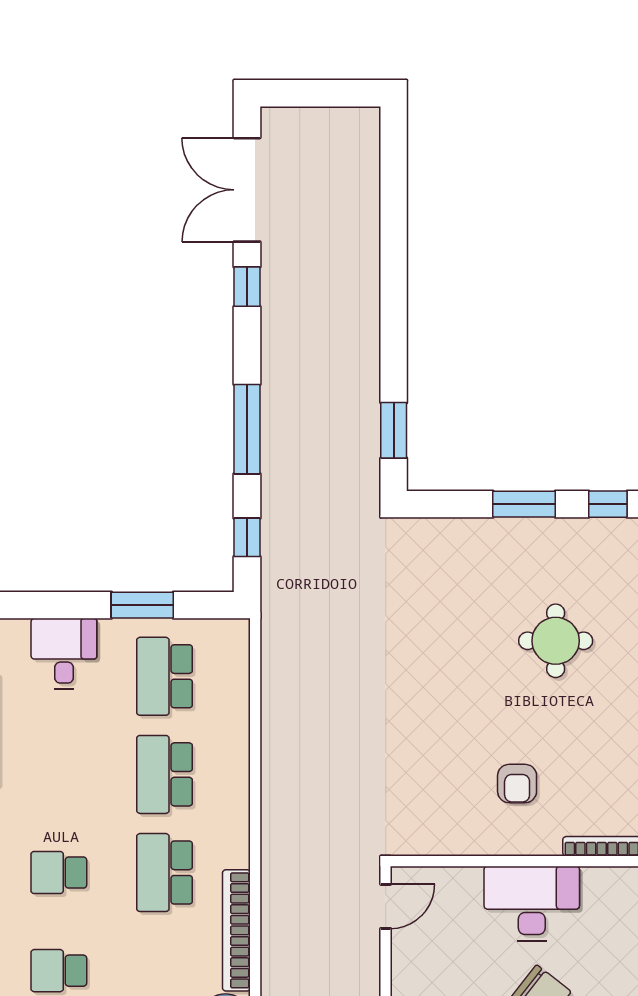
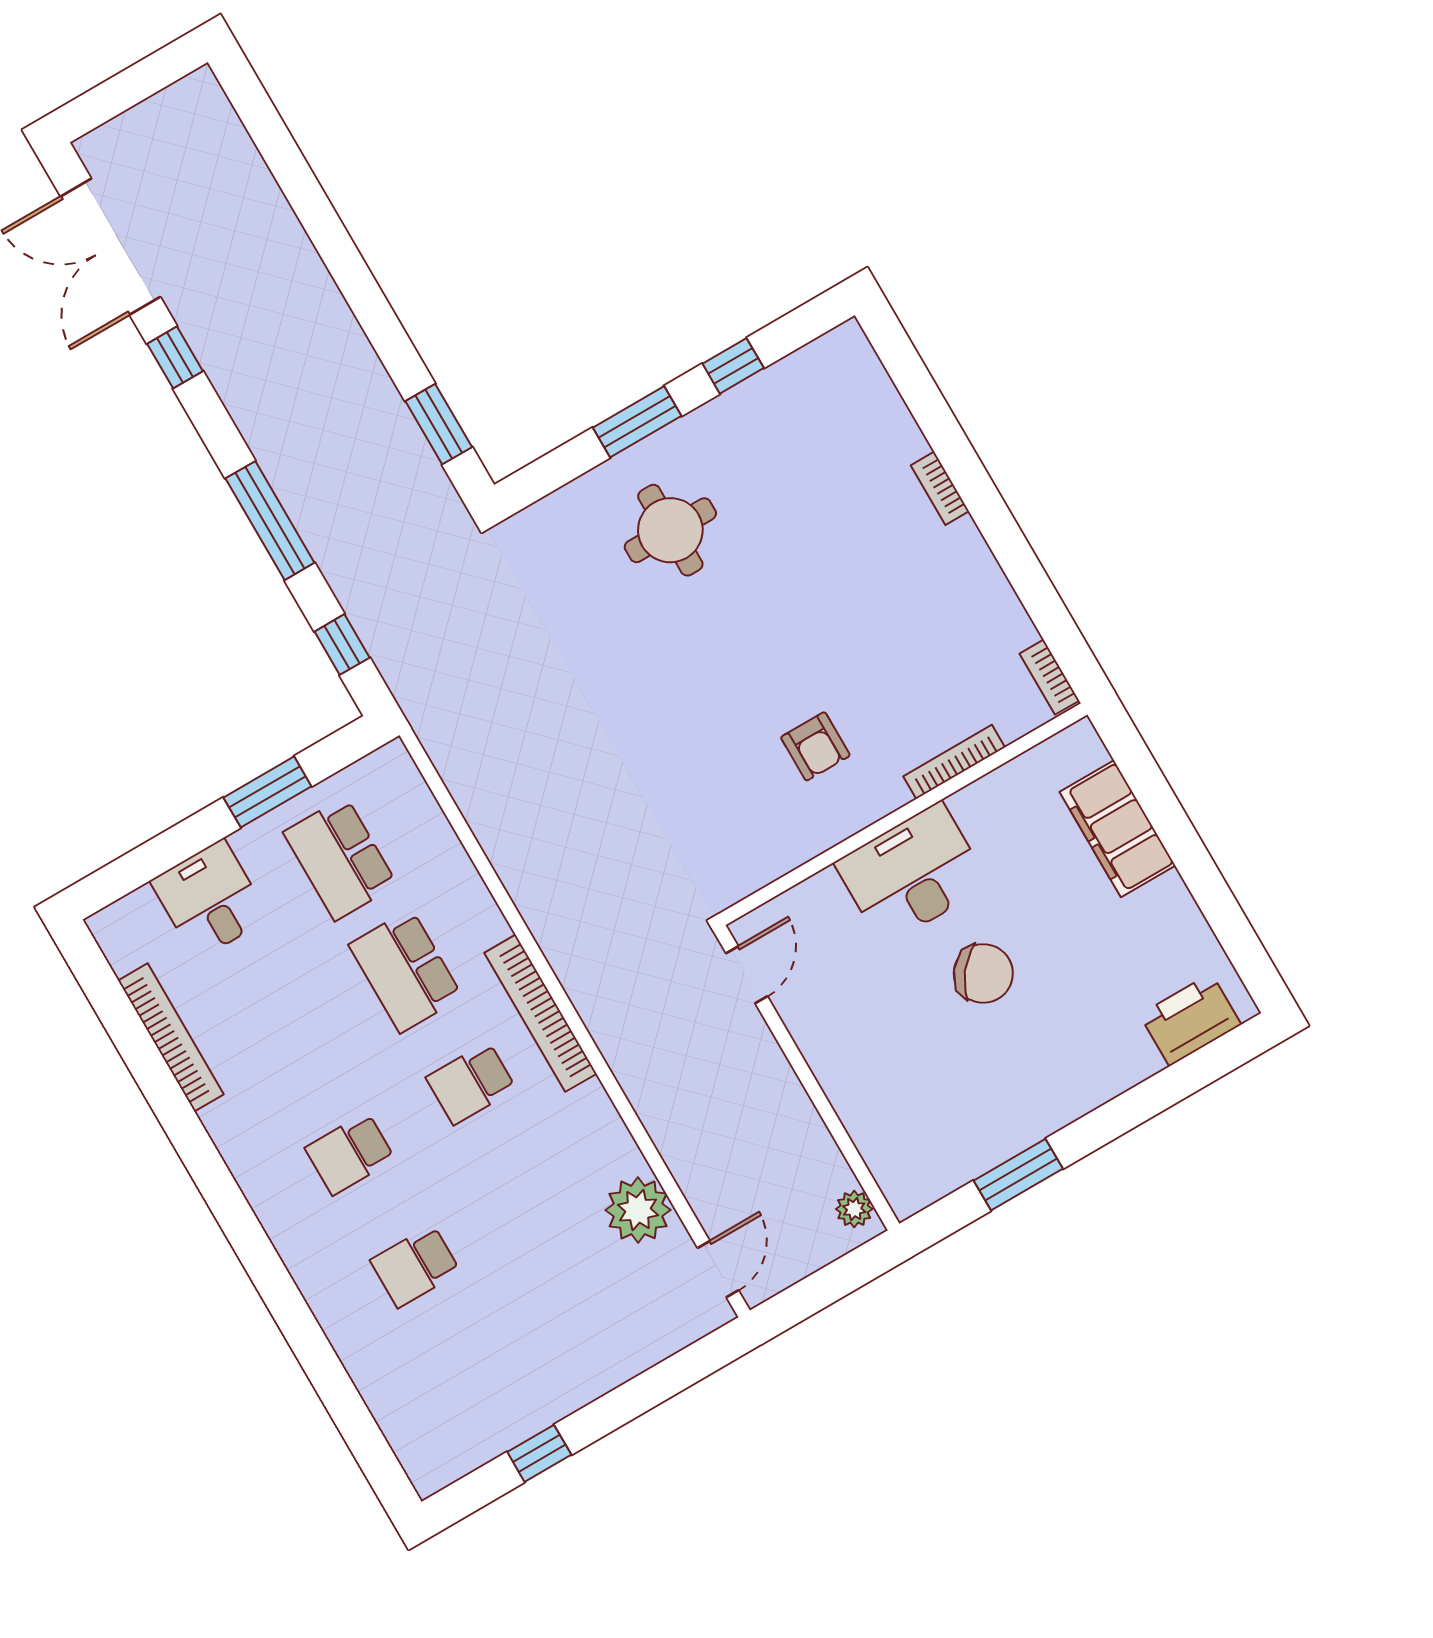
round table: (556, 641) -> (670, 530), moved
school desk: (165, 873) -> (471, 1083), width x0.54
bookcase: (236, 930) -> (540, 1013), moved

